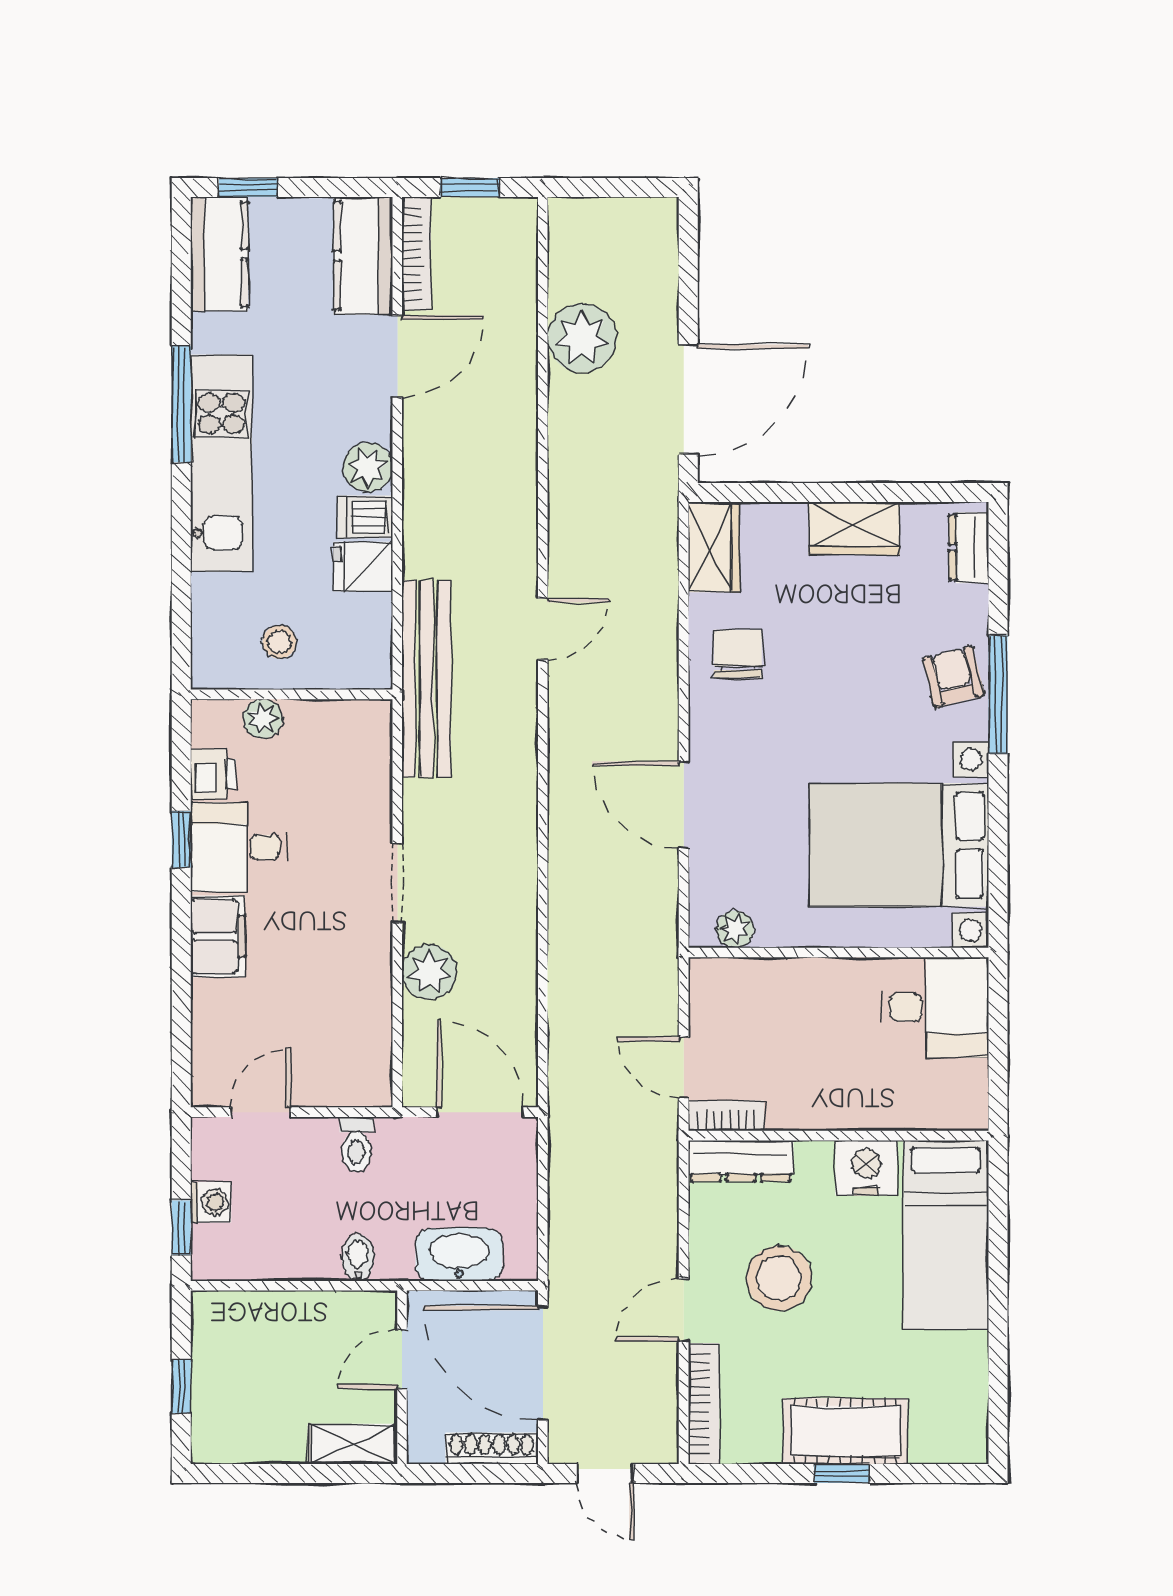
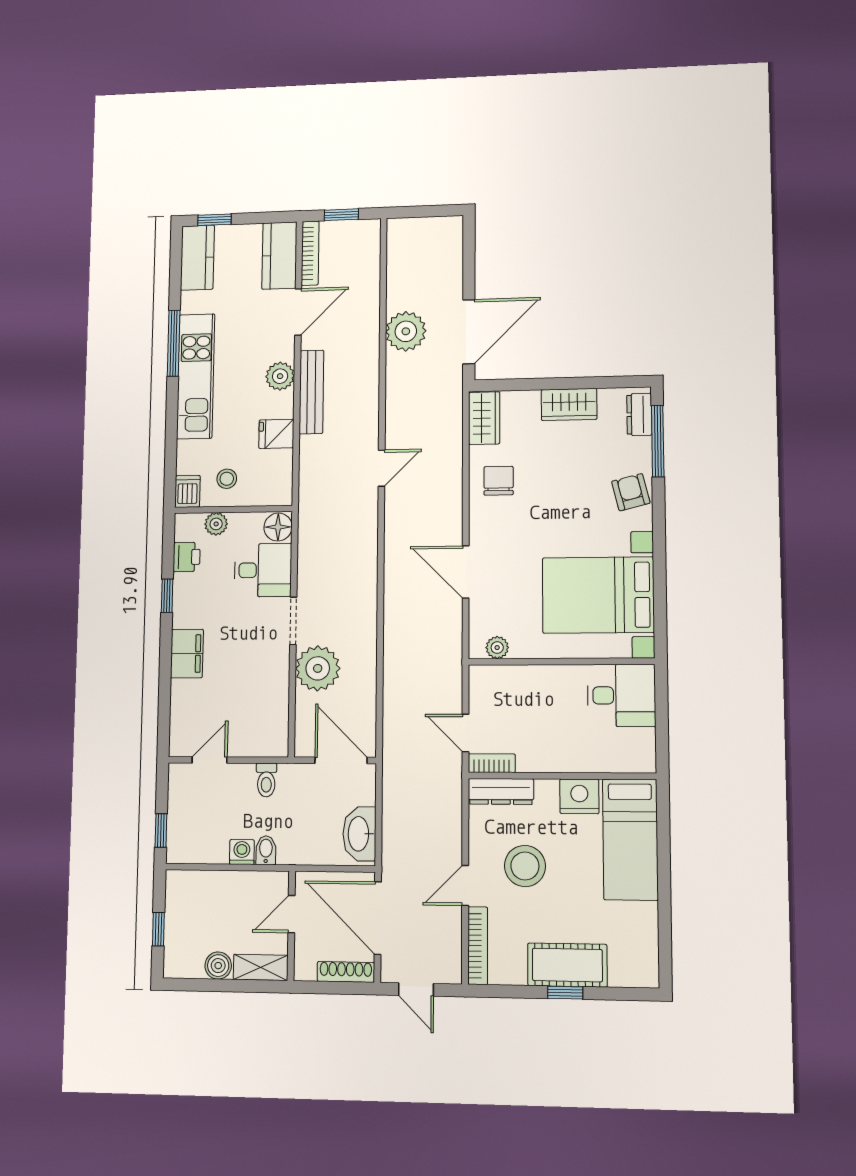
plant: (582, 338) -> (406, 331), moved
dishwasher: (365, 517) -> (187, 491), moved, turned 90
bench: (426, 679) -> (311, 392), moved, width x0.73, depth x0.82
window: (998, 695) -> (658, 441), moved
floor lamp: (369, 726) -> (278, 527), added
desk: (239, 847) -> (263, 570), moved, turned 180
plant: (429, 972) -> (318, 668), width x1.36, depth x1.36
washing machine: (211, 1202) -> (242, 852), moved, turned -90
washbasin: (459, 1255) -> (359, 834), moved, turned -90
boiler: (282, 1442) -> (218, 966), added

